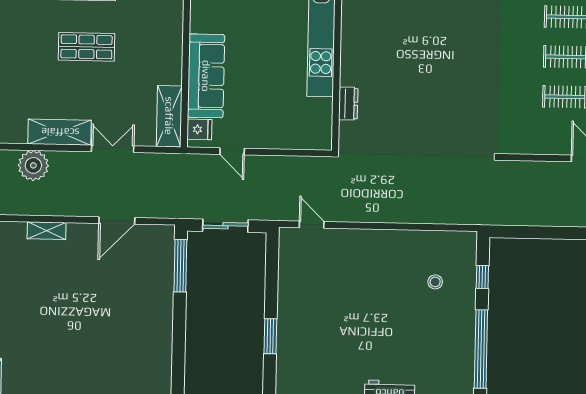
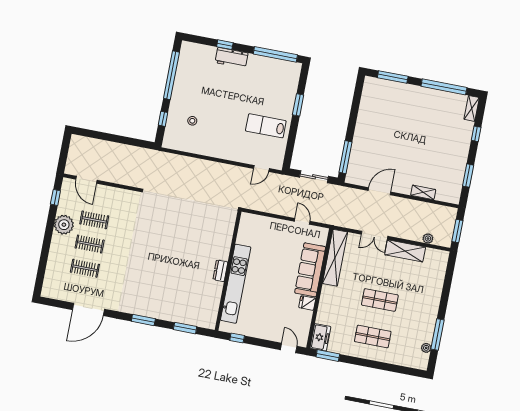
dresser: (348, 104) -> (220, 271), moved
shelving: (169, 116) -> (335, 258), width x1.47
fridge: (199, 129) -> (307, 303), moved
plant: (33, 165) -> (428, 239), width x0.53, depth x0.53
door: (312, 225) -> (261, 168), hinge flipped
lab bench: (316, 294) -> (266, 126), added

